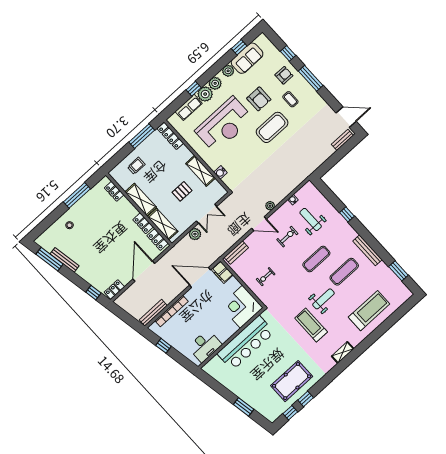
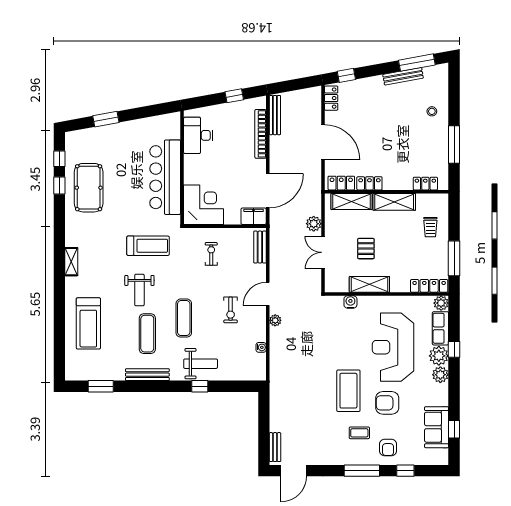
plant: (228, 71) -> (441, 303), moved
weight bench: (311, 219) -> (201, 364), moved
treadmill: (311, 325) -> (148, 246), moved

